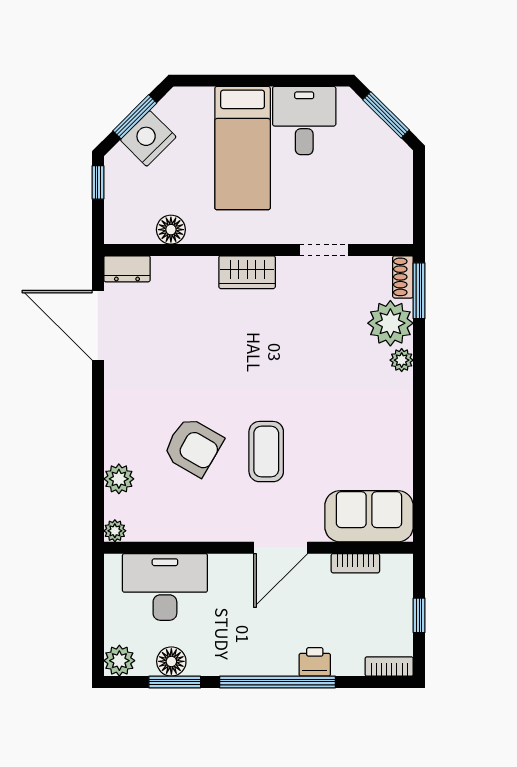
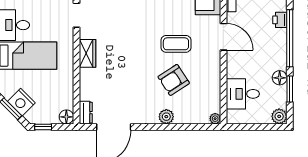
floor lamp: (171, 230) -> (66, 117), moved
armchair: (193, 447) -> (174, 80), turned -153
plant: (119, 479) -> (166, 117), moved
desk: (165, 587) -> (243, 94), width x0.73
floor lamp: (171, 661) -> (280, 78), moved

